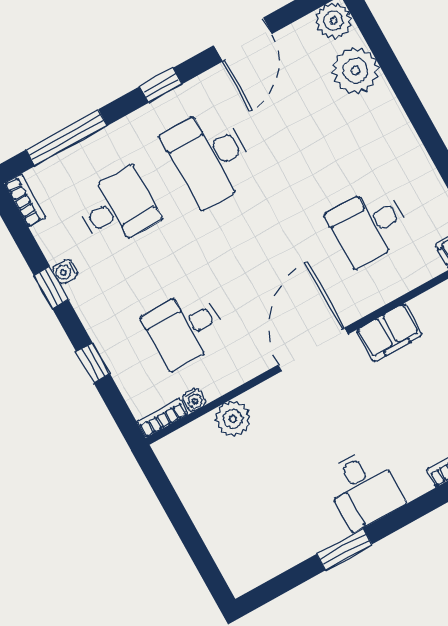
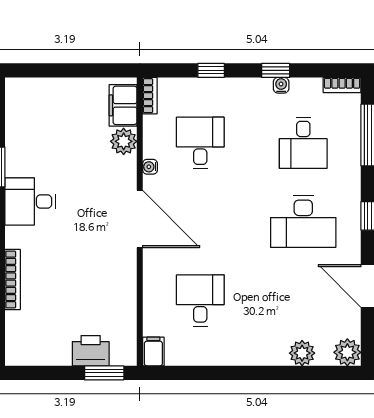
plant: (355, 71) -> (302, 353), width x0.73, depth x0.73
desk: (210, 157) -> (303, 222), turned 180
filing cabinet: (389, 333) -> (123, 105), moved
water cooler: (194, 400) -> (150, 167), moved

